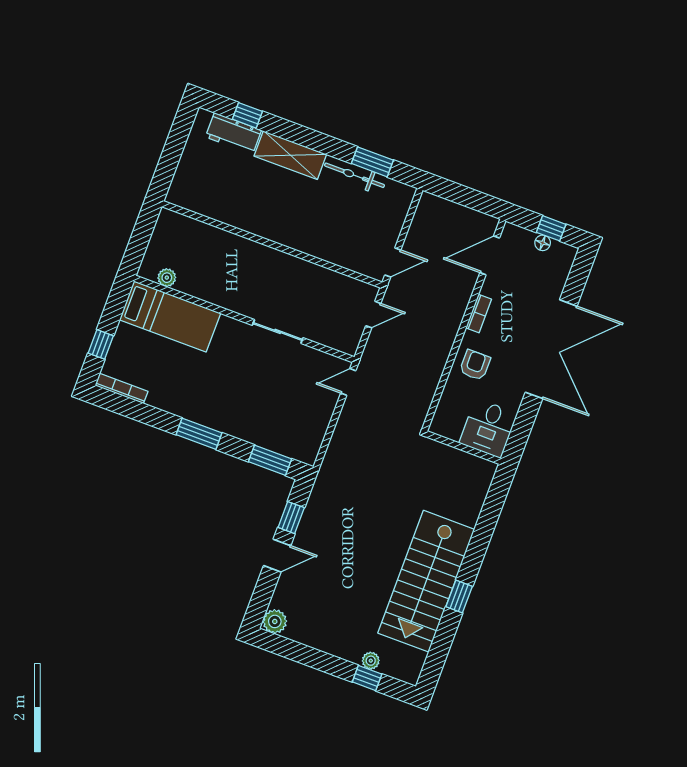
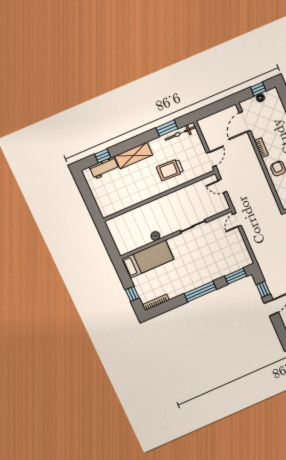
bicycle: (354, 175) -> (180, 133), moved
trolley: (322, 222) -> (170, 170), added
plant: (167, 278) -> (155, 236), moved
door: (373, 315) -> (222, 186), swing flipped
window: (199, 434) -> (200, 292), width x1.44

